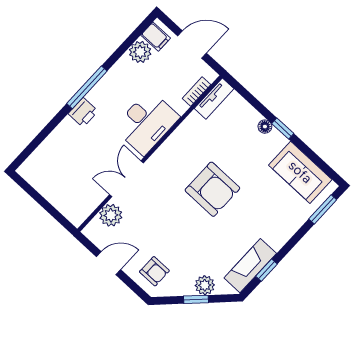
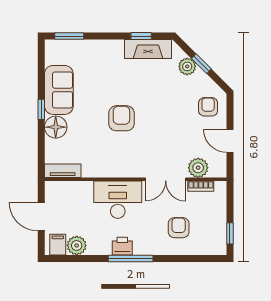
bookcase: (196, 92) -> (201, 186), moved
printer: (83, 112) -> (122, 246), moved
floor lamp: (265, 127) -> (56, 127), width x1.89, depth x1.89
armchair: (75, 152) -> (179, 228), added
sofa: (300, 172) -> (59, 90), moved
armchair: (212, 189) -> (121, 118), width x0.73, depth x0.73
window: (30, 191) -> (230, 233), added

